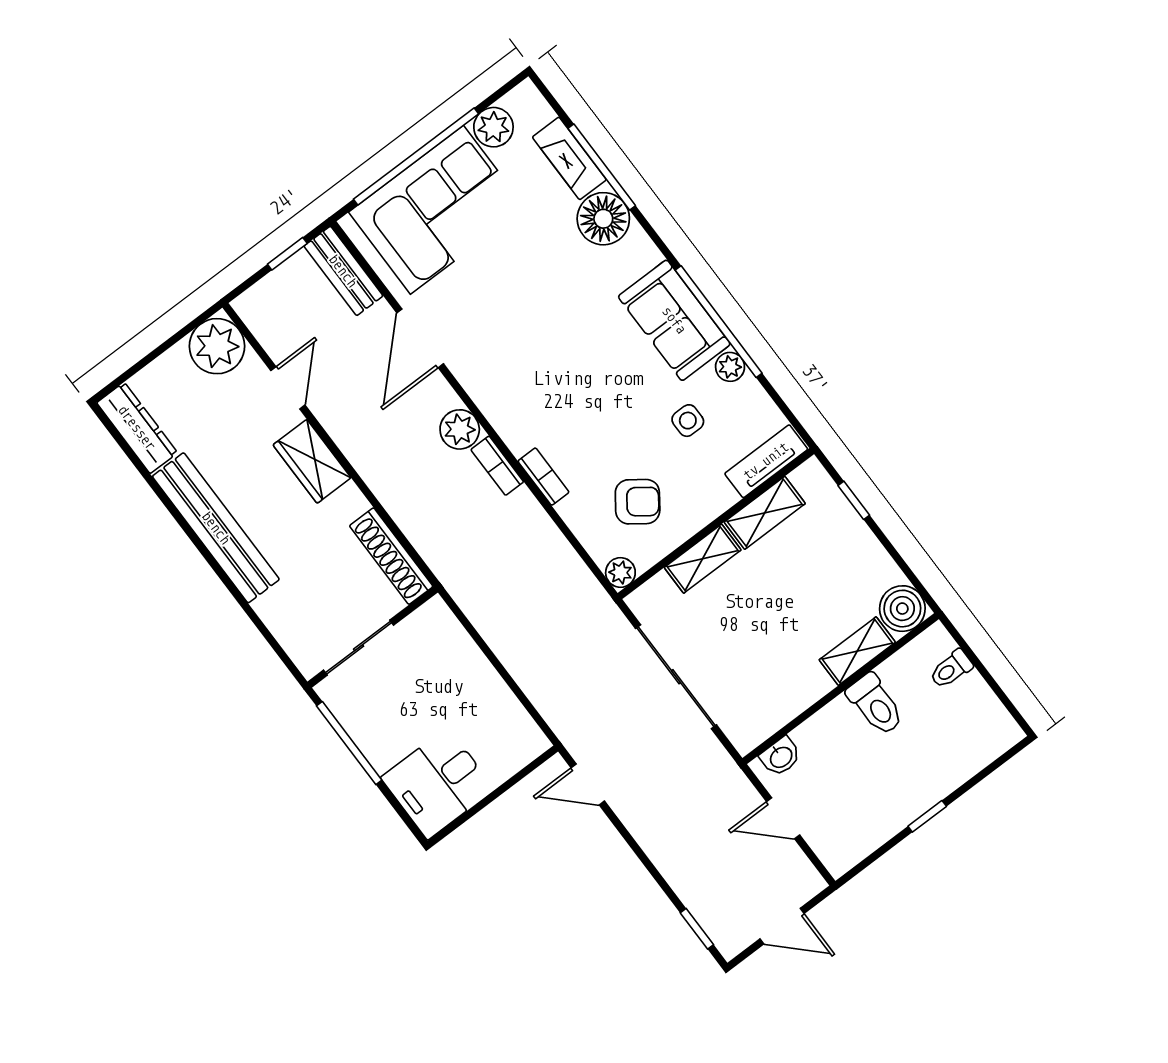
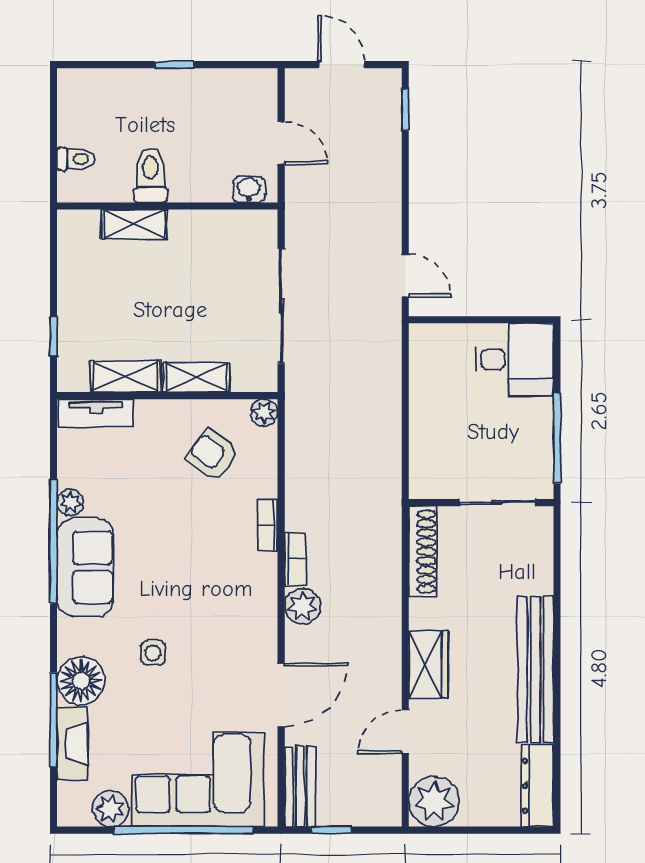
side table: (688, 421) -> (153, 653), moved
boiler: (902, 609) -> (78, 230), removed

